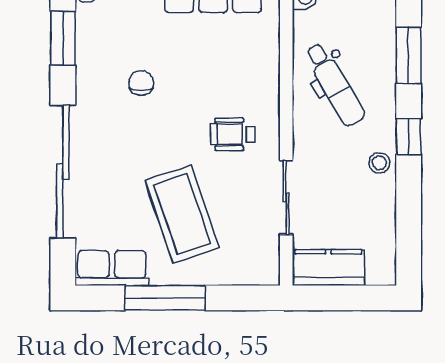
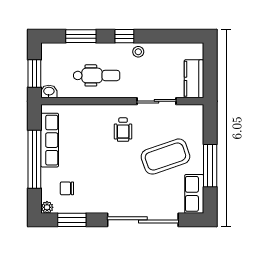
chair: (141, 83) -> (67, 188), moved
dental chair: (335, 84) -> (97, 75), turned 30

